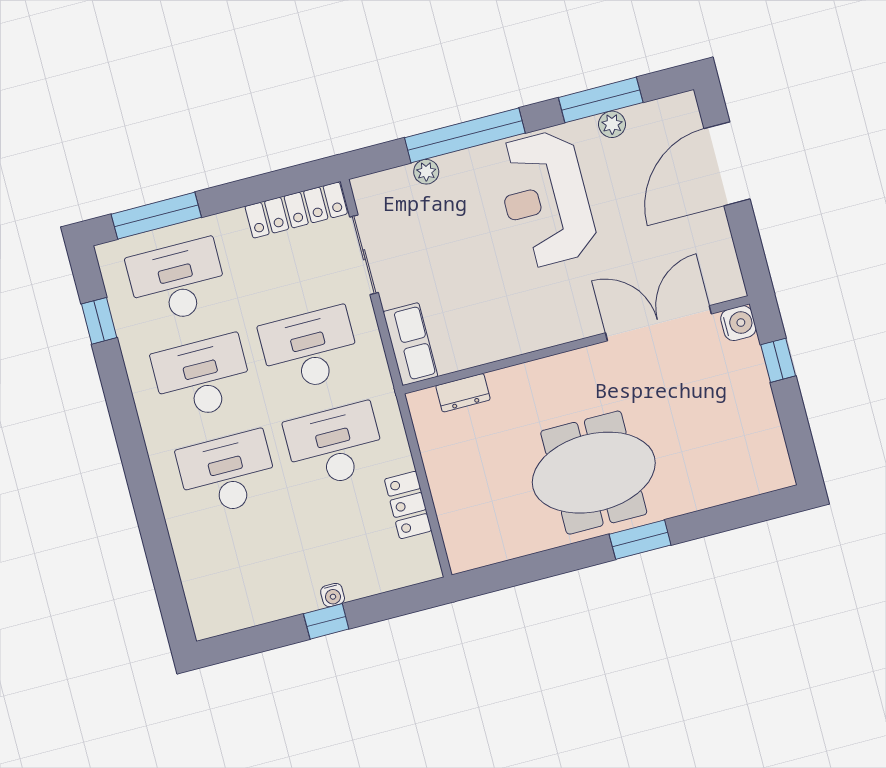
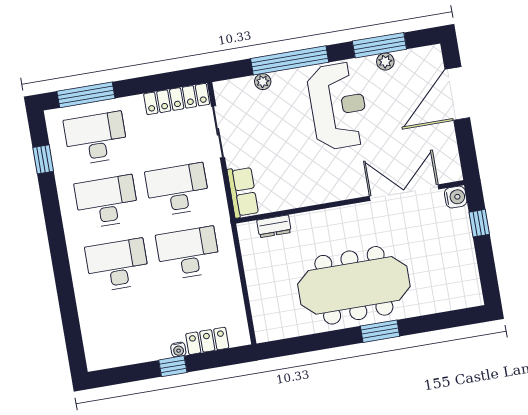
reception desk: (546, 199) -> (338, 106), turned 180
meeting table: (594, 473) -> (354, 285), width x1.36
locker: (408, 505) -> (207, 341), moved, turned 90

